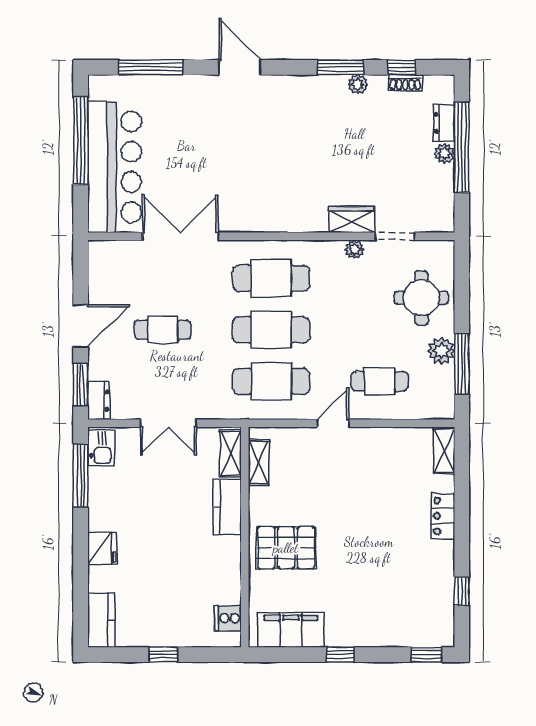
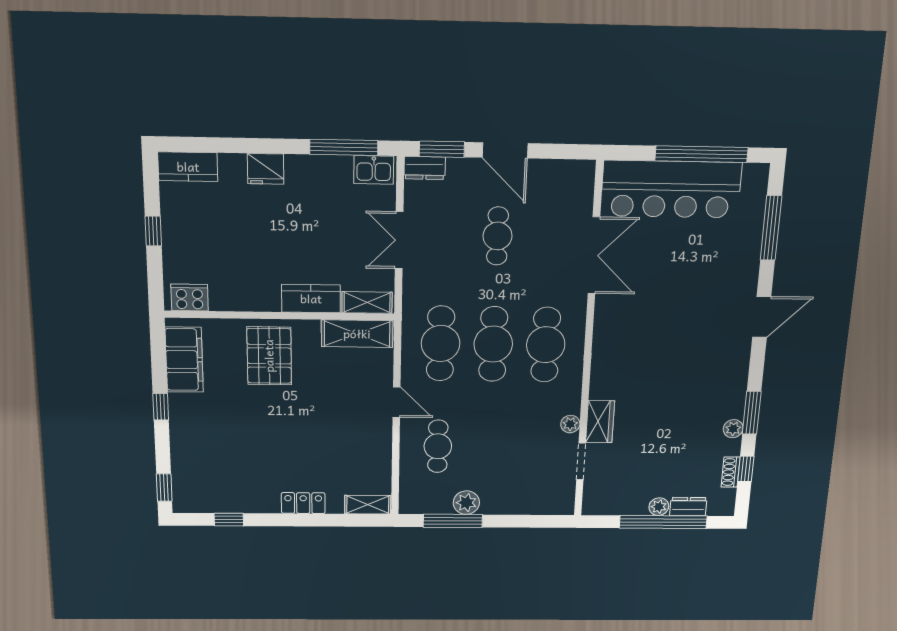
round table: (421, 298) -> (519, 485), removed
shelving: (259, 463) -> (357, 334), width x1.50, depth x1.33
cooker: (228, 618) -> (190, 297), width x1.36

